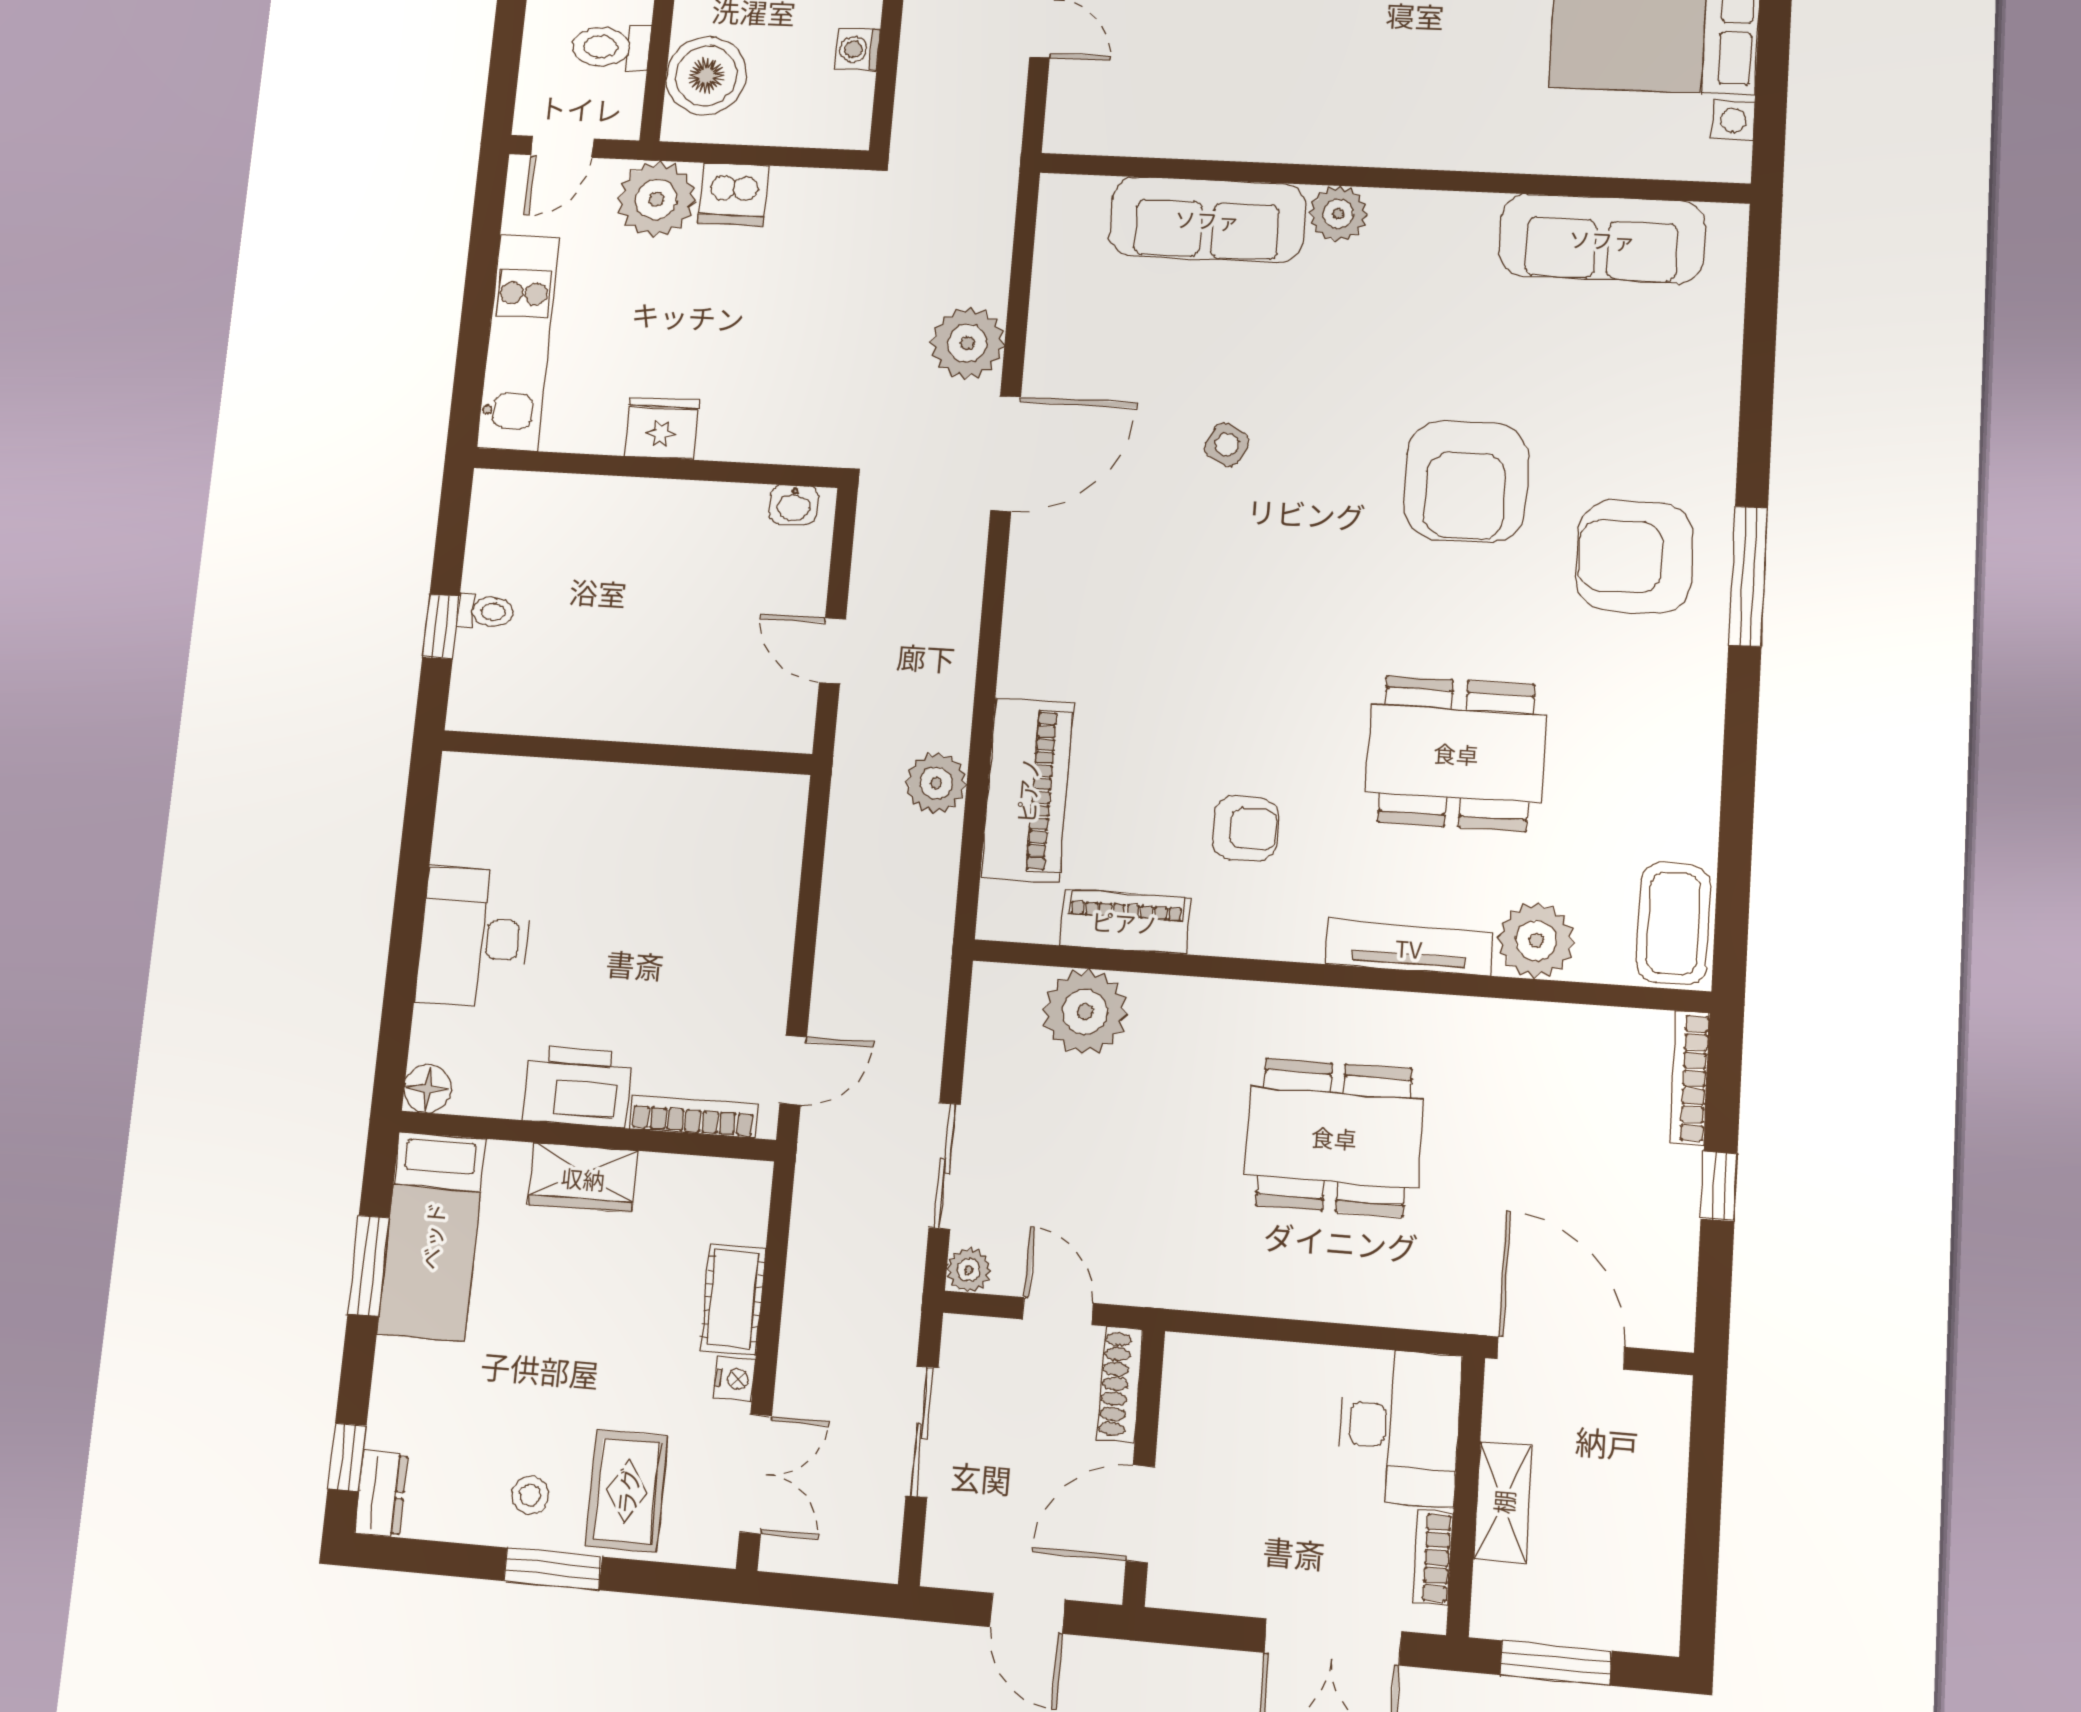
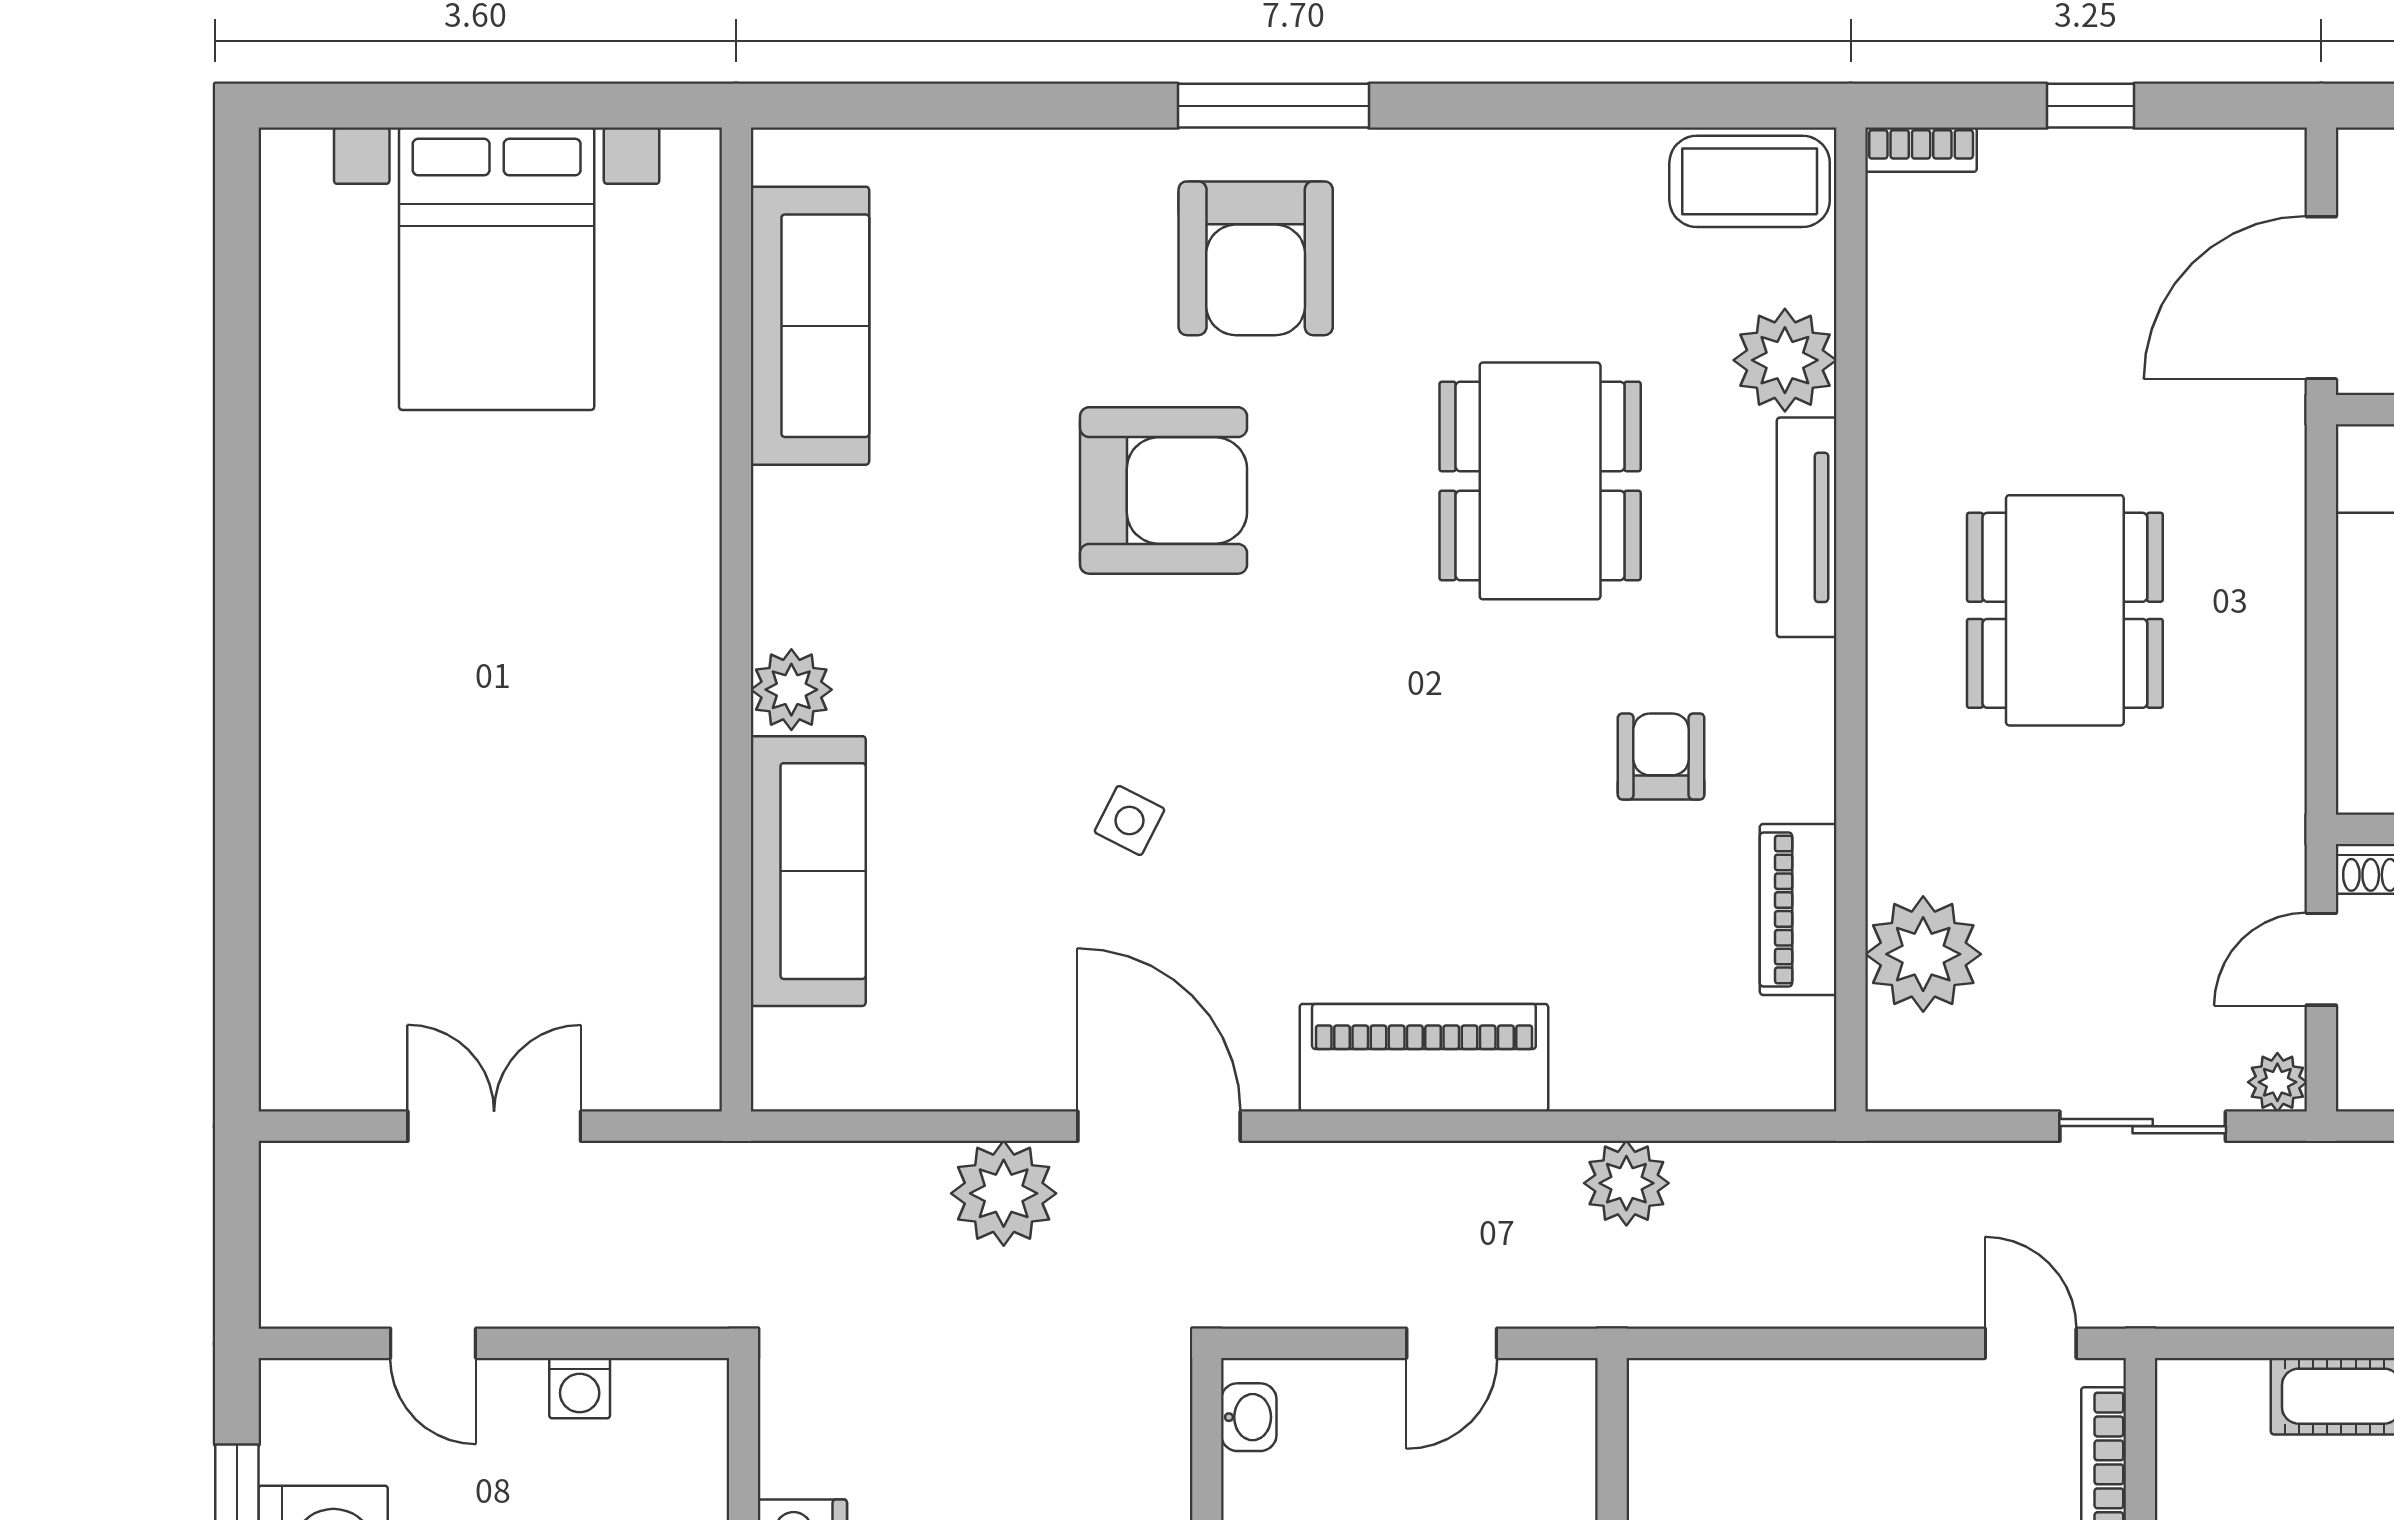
piano: (1027, 790) -> (1424, 1058), moved
bookcase: (1690, 1078) -> (1921, 150), width x0.64

